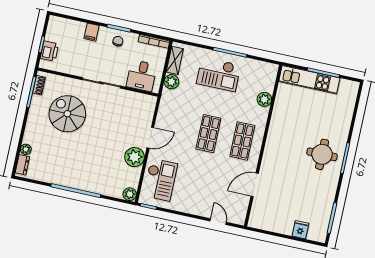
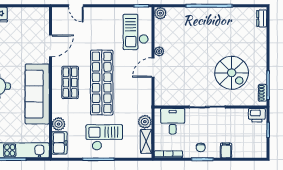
printer: (49, 51) -> (257, 115), moved, turned -90
freezer: (268, 79) -> (59, 143), added
shop shelf: (208, 134) -> (102, 83), width x2.00, depth x1.36
sofa: (280, 136) -> (37, 94), added
plant: (26, 149) -> (262, 33), removed
plant: (135, 157) -> (159, 51), width x0.53, depth x0.53

